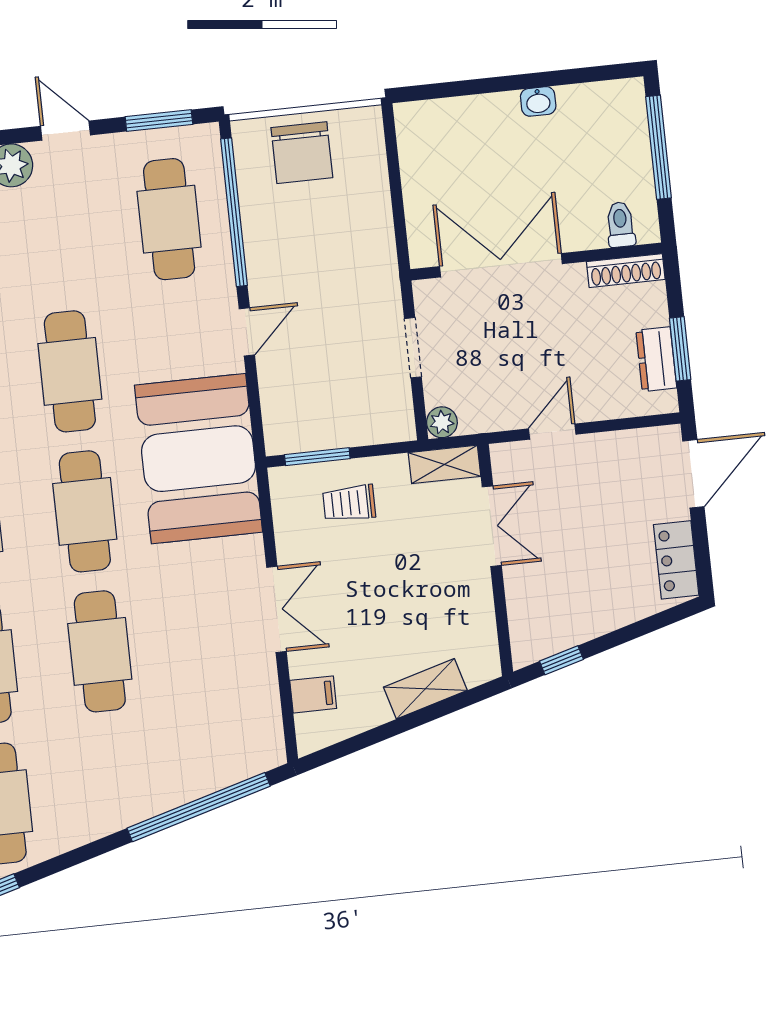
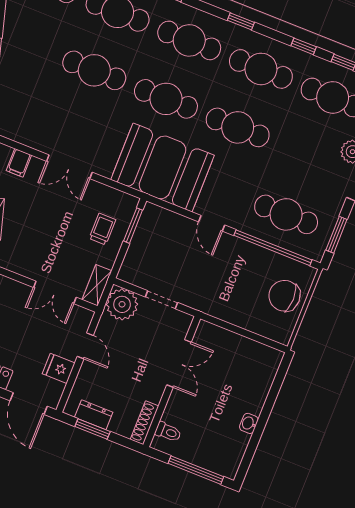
double door: (501, 265) -> (179, 363), width x0.73
plant: (442, 422) -> (122, 304), width x1.87, depth x1.87
fridge: (611, 455) -> (59, 368), added

